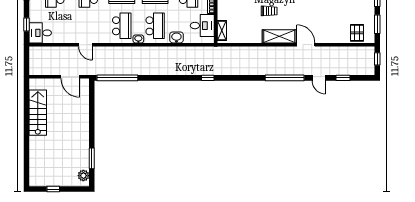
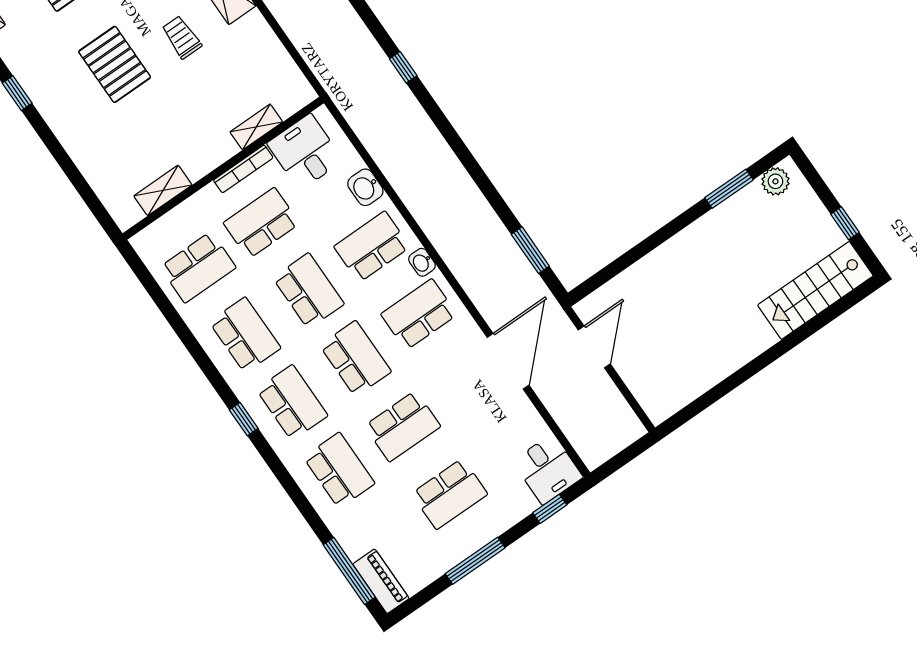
shelving: (222, 30) -> (256, 127), moved
door: (85, 45) -> (508, 361), width x1.88
window: (117, 78) -> (530, 250), width x0.47
stairs: (38, 113) -> (815, 290), moved

